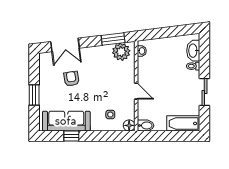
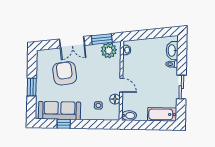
double door: (65, 45) -> (72, 42), moved
armchair: (71, 79) -> (65, 73), width x1.88, depth x1.88
floor lamp: (129, 125) -> (115, 99), moved

